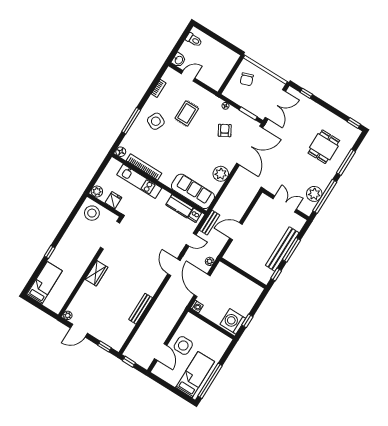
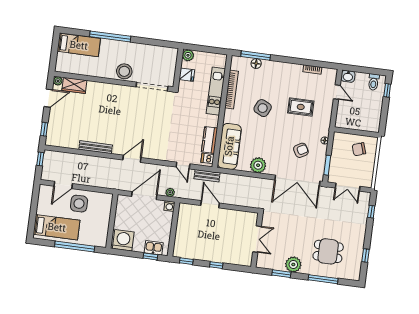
window: (207, 31) -> (387, 90), added
double door: (275, 104) -> (348, 187), width x0.73
window: (131, 121) -> (256, 56), moved
side table: (156, 121) -> (263, 108), moved
window: (354, 123) -> (365, 256), moved
floor lamp: (121, 152) -> (256, 64), moved
plant: (314, 194) -> (293, 264), moved
window: (325, 196) -> (281, 274), width x0.47
stool: (92, 213) -> (124, 71), moved
bench: (282, 249) -> (213, 256), removed
window: (291, 250) -> (216, 265), width x0.46
window: (50, 252) -> (110, 36), width x3.17
door: (174, 267) -> (132, 159), moved
wardrobe: (96, 273) -> (74, 85), moved
kitchen sink: (251, 298) -> (154, 248), added
washing machine: (197, 307) -> (169, 206), moved
window: (247, 321) -> (150, 256), moved
door: (79, 331) -> (48, 98), swing flipped
window: (210, 381) -> (75, 246), moved

